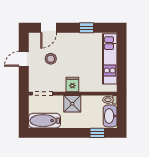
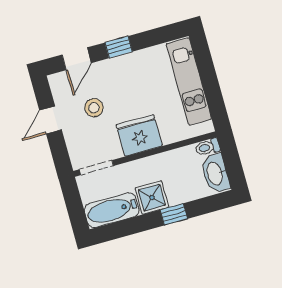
window: (87, 28) -> (119, 47), moved
fridge: (72, 84) -> (139, 135), width x1.88, depth x1.34
shower: (72, 104) -> (152, 198), moved
window: (97, 133) -> (174, 214), moved

